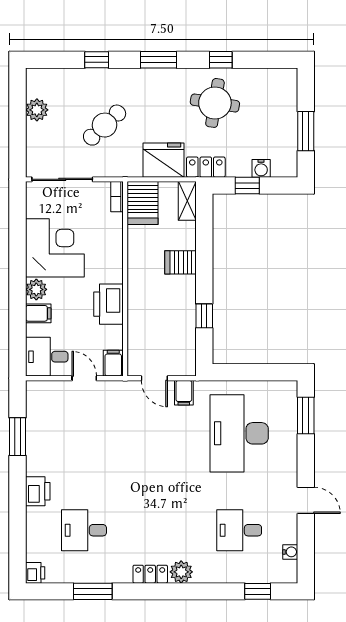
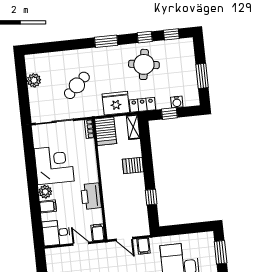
window: (97, 60) -> (171, 34), moved

